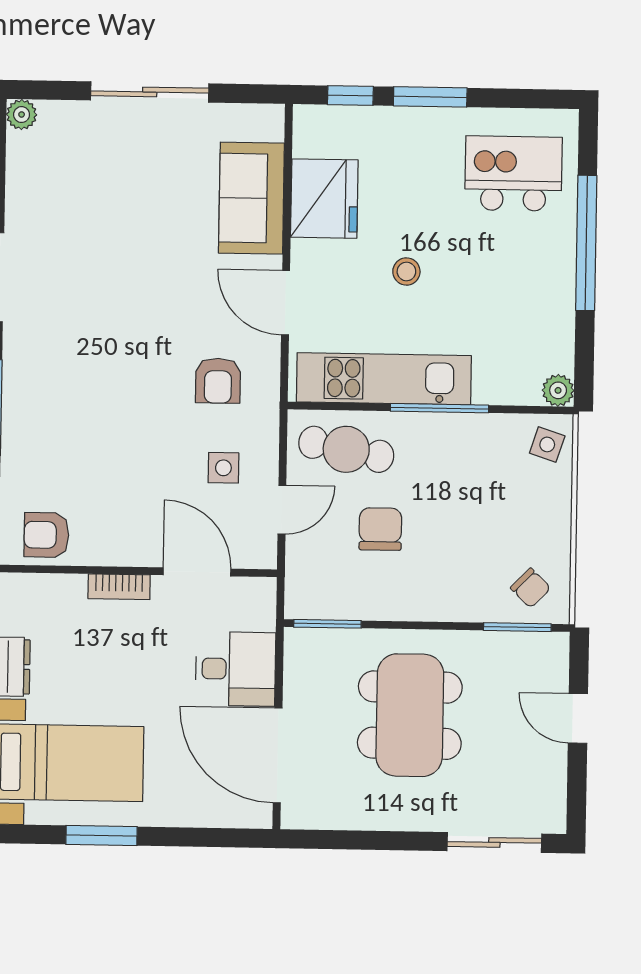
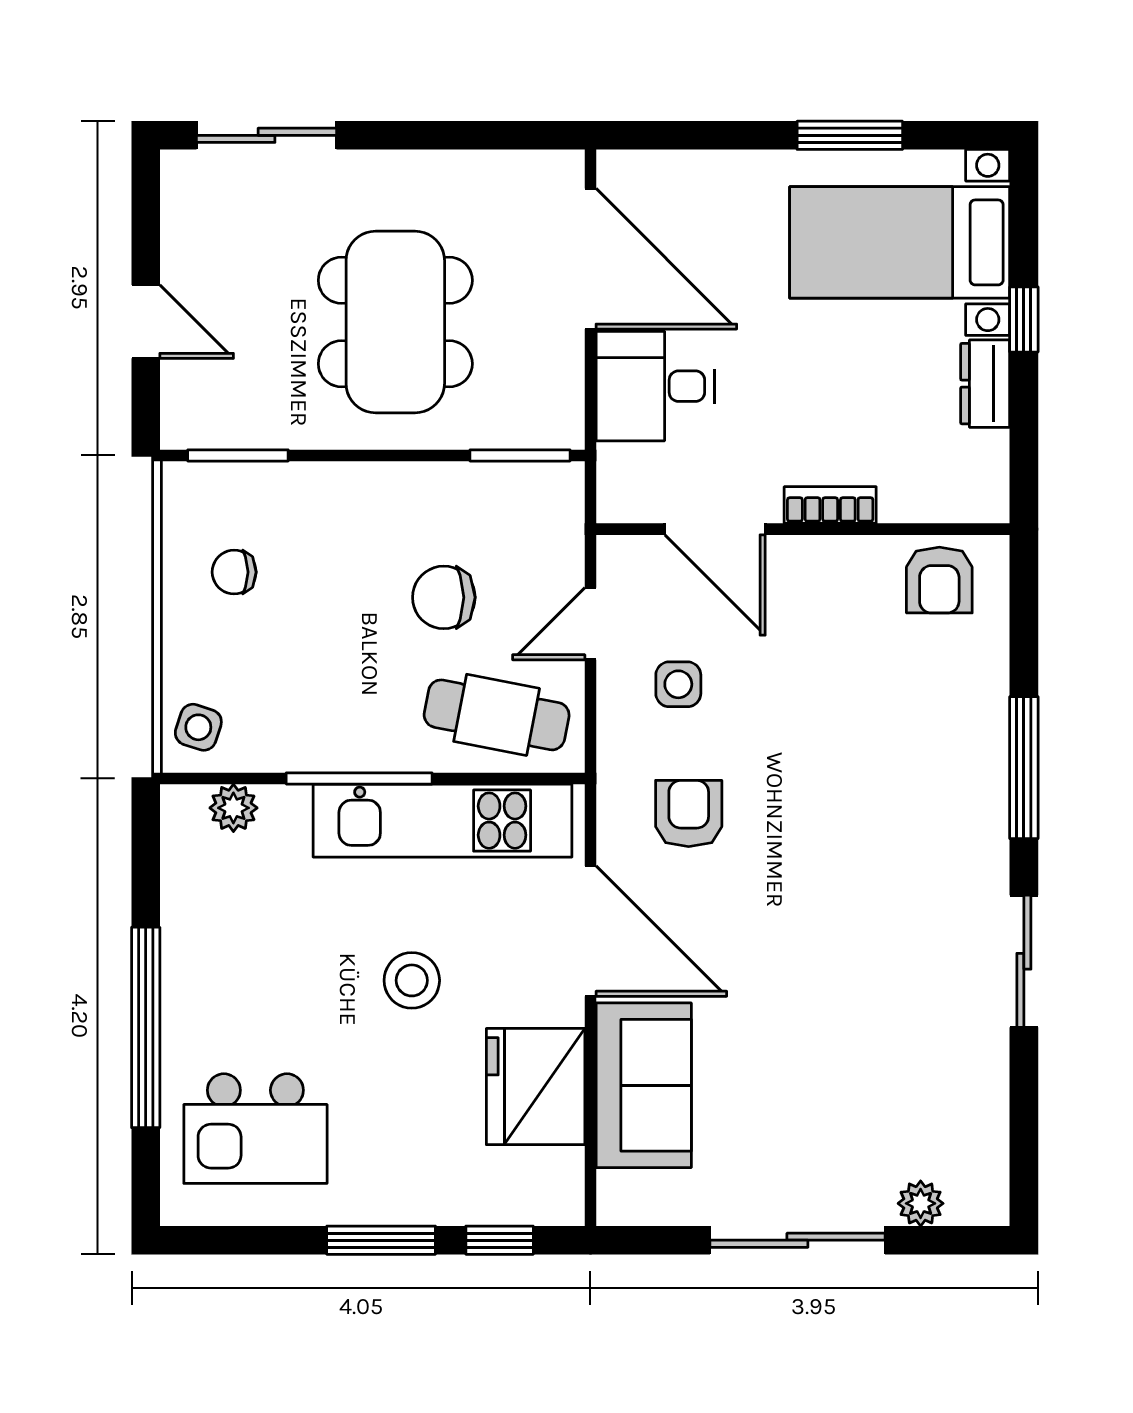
plant: (22, 115) -> (921, 1203), moved
stool: (406, 271) -> (412, 980), width x1.37, depth x1.37
door: (286, 303) -> (590, 931), width x1.36
plant: (558, 390) -> (233, 808), moved
chair: (380, 529) -> (444, 597), turned 90
armchair: (46, 535) -> (939, 580), turned 90
chair: (531, 588) -> (234, 572), moved, turned -44

